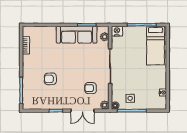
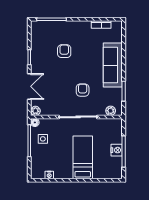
nightstand: (117, 31) -> (117, 150), moved
sofa: (77, 35) -> (113, 65), moved
bed: (155, 46) -> (83, 157), moved, turned 90
armchair: (91, 88) -> (83, 90), moved
double door: (82, 111) -> (29, 86), swing flipped

